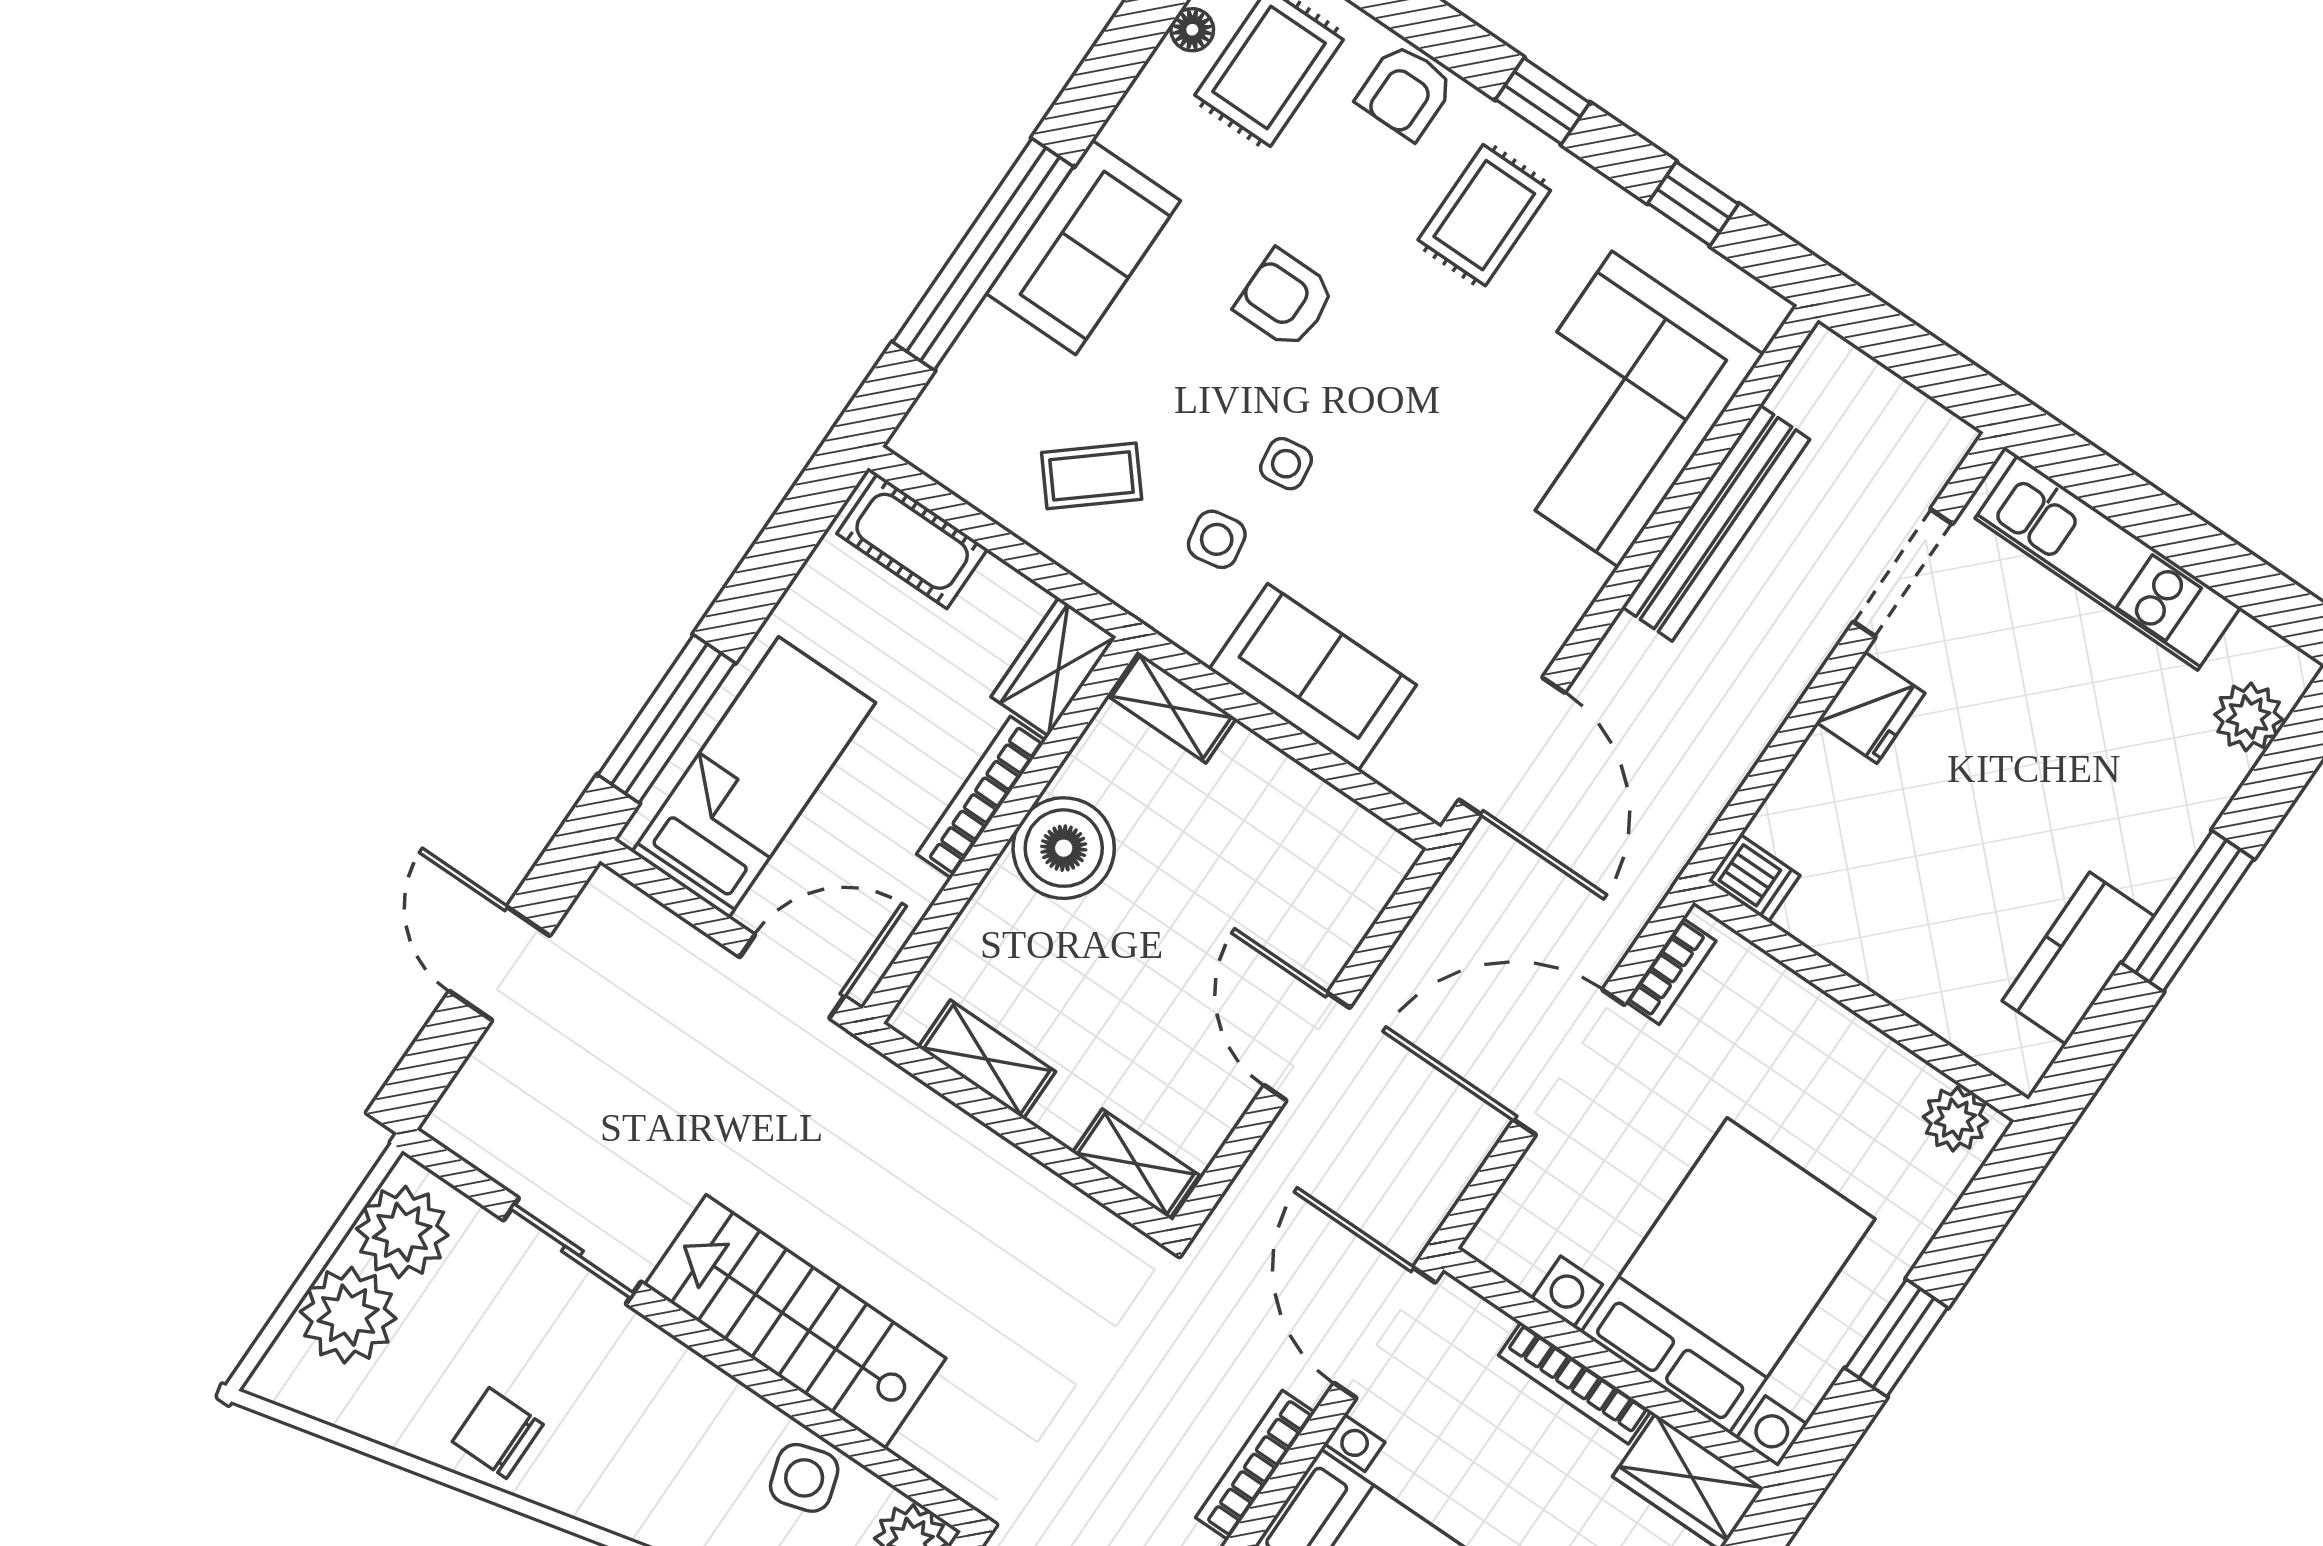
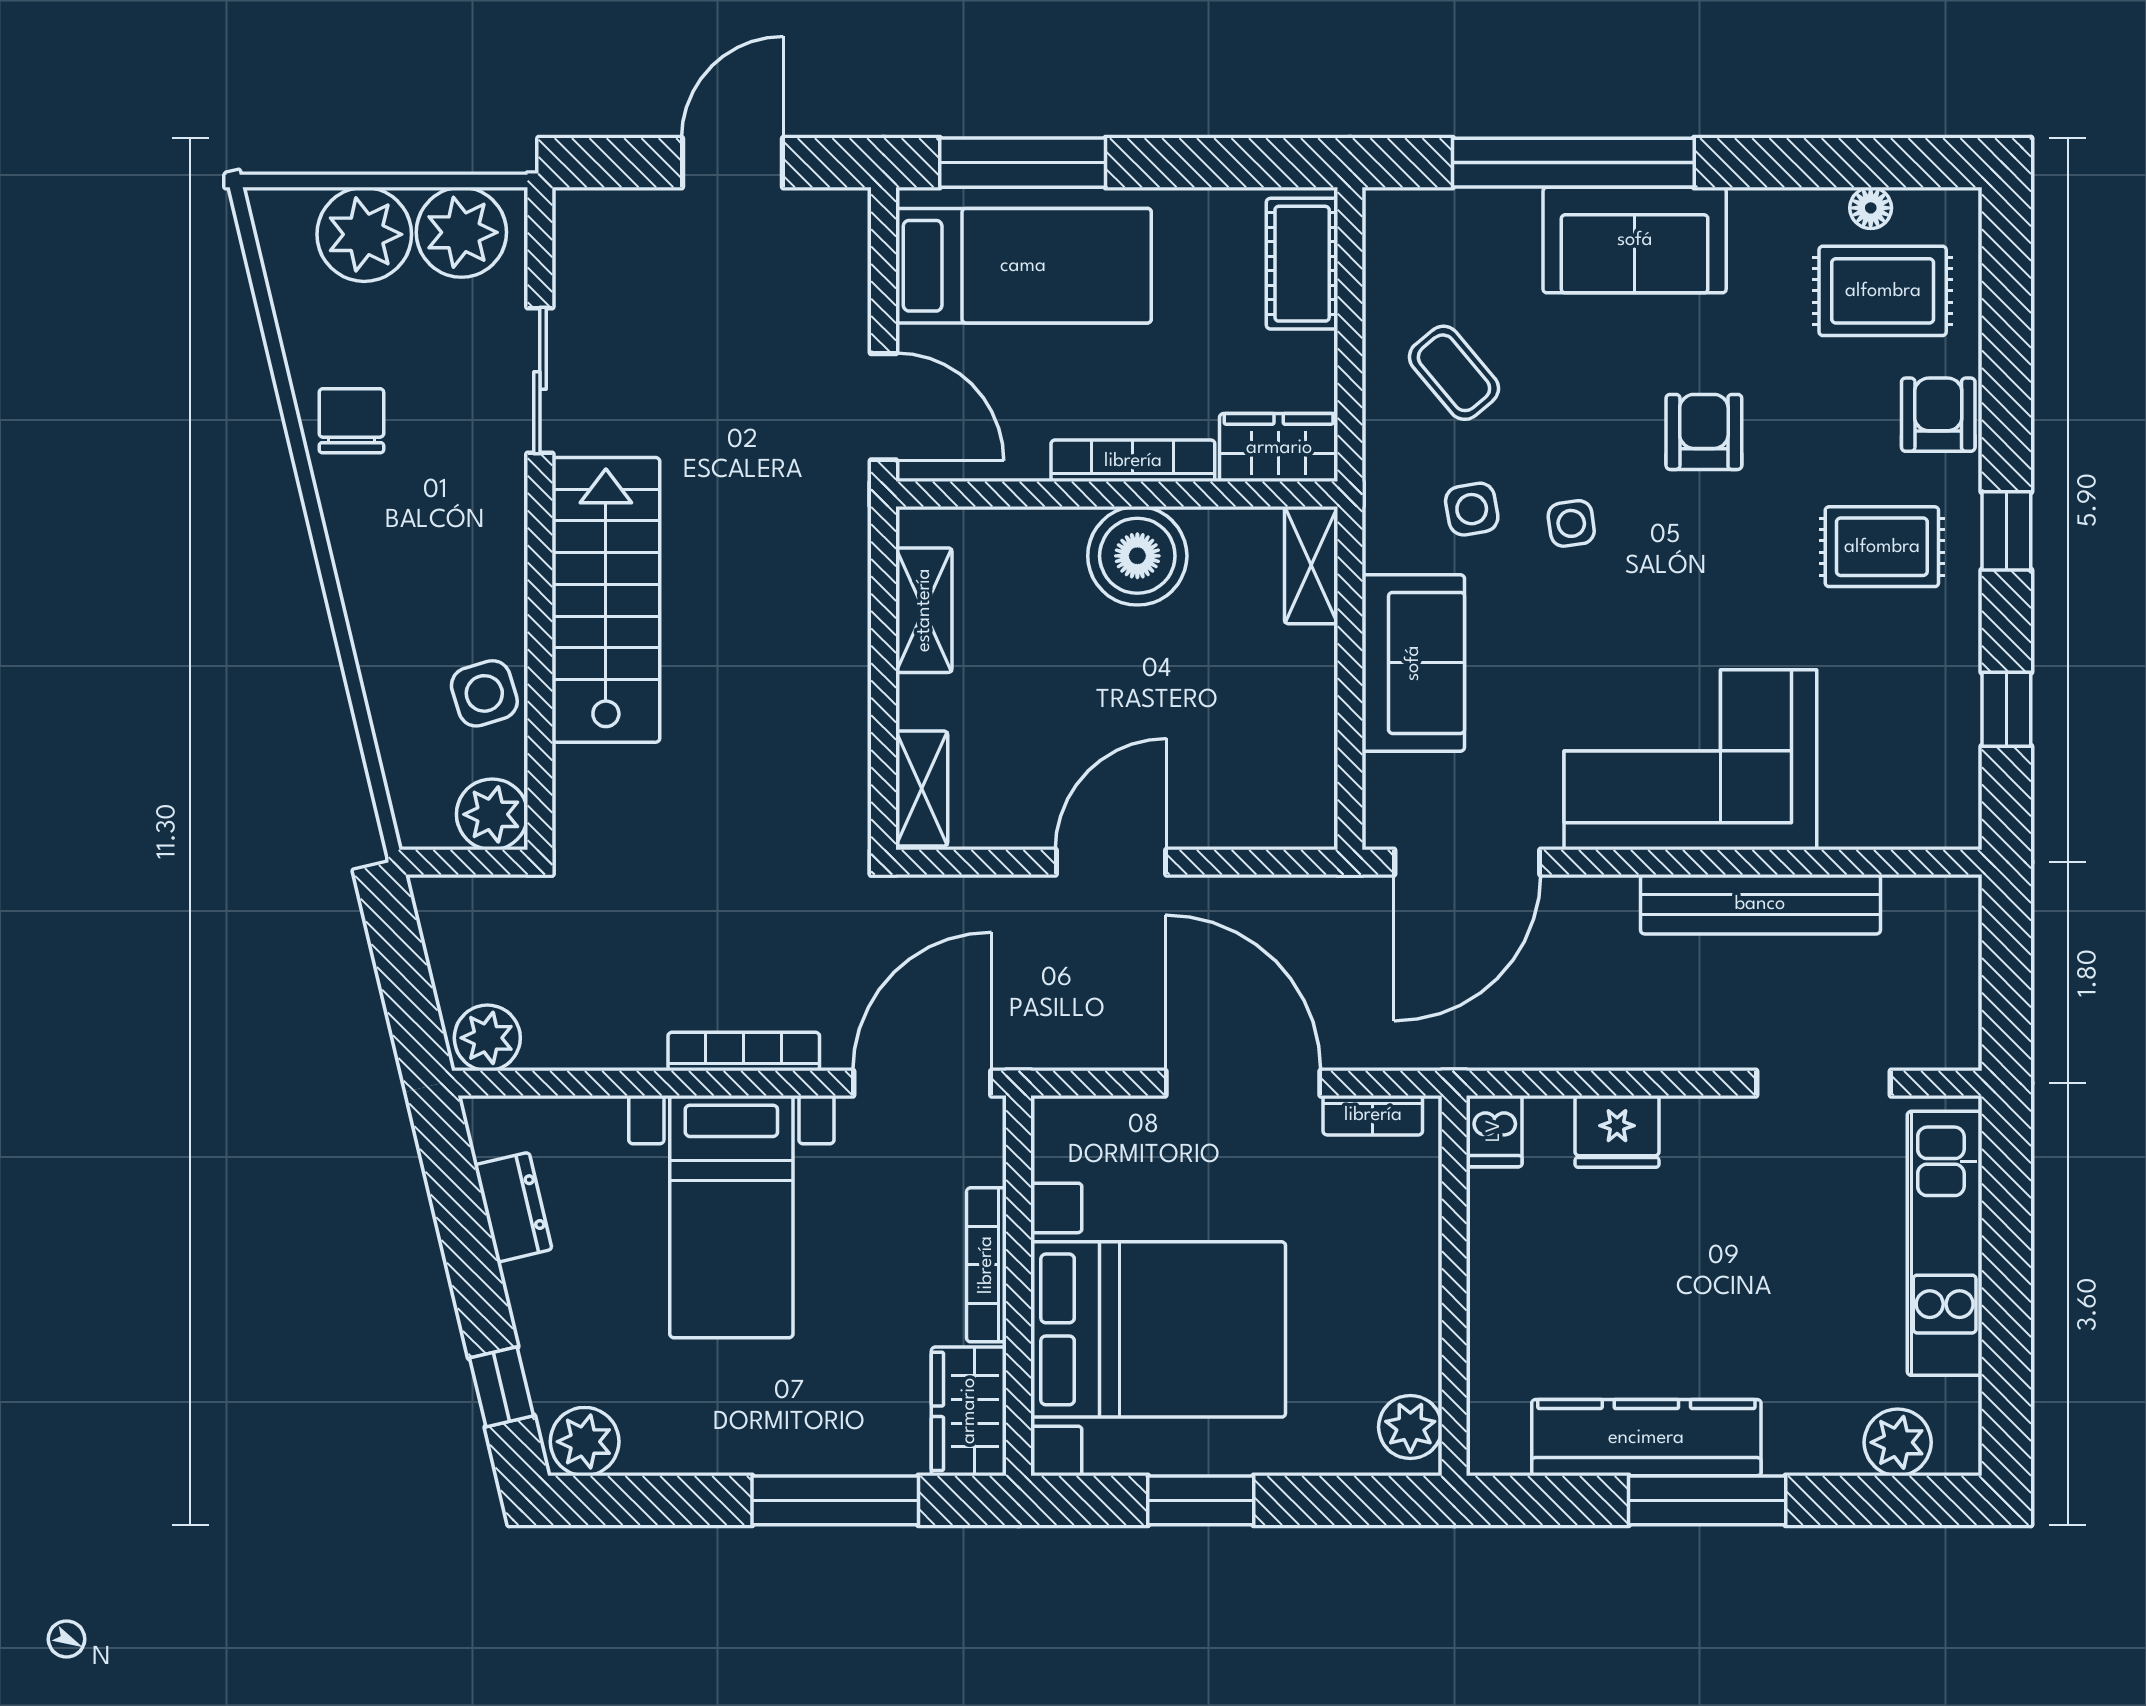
armchair: (1405, 92) -> (1938, 415), turned 90
corner sofa: (1615, 409) -> (1690, 760), moved
fridge: (1871, 708) -> (1617, 1131), moved
kitchen counter: (2078, 958) -> (1646, 1438), width x1.50

